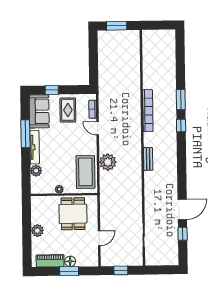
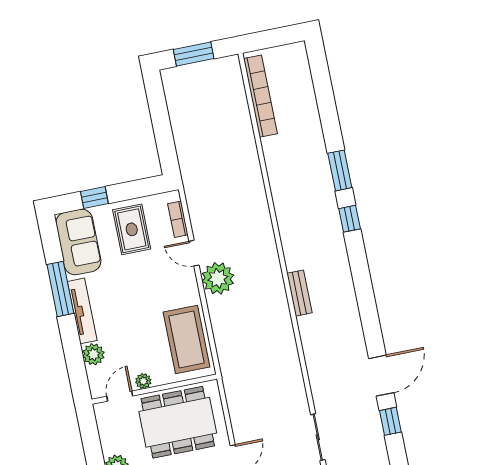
bookcase: (148, 111) -> (260, 96), moved
plant: (108, 162) -> (218, 278), moved
door: (46, 195) -> (120, 396), added
dining table: (73, 214) -> (178, 422), width x1.37

